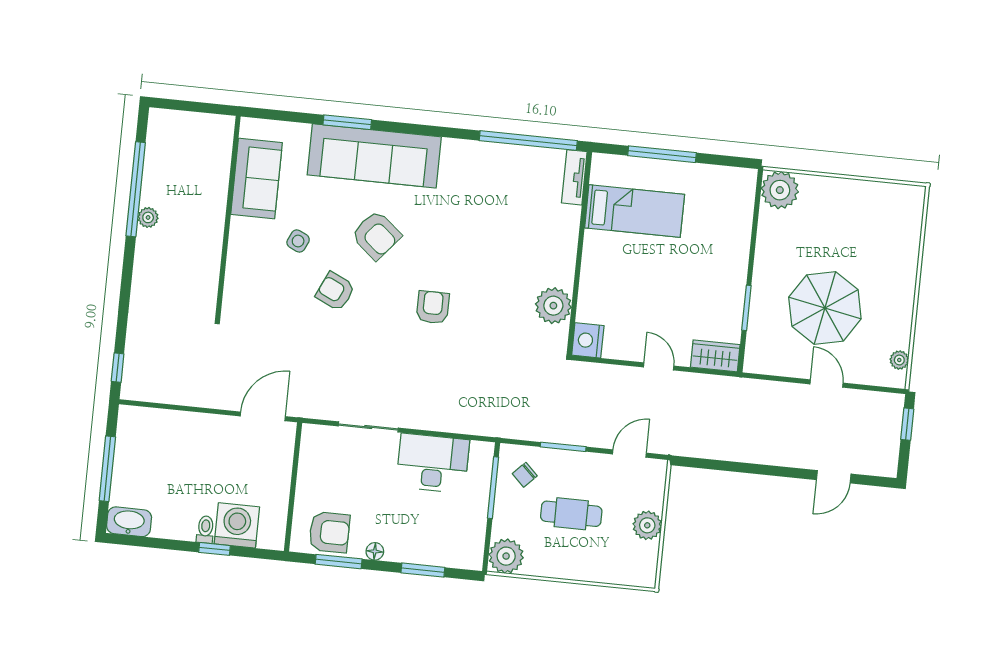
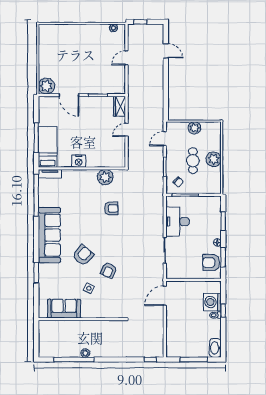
sofa: (374, 156) -> (49, 235), moved
bed: (635, 211) -> (48, 147), moved
door: (753, 241) -> (69, 95), added
armchair: (433, 307) -> (111, 208), moved, turned 180
parasol: (825, 308) -> (95, 62), removed
nightstand: (588, 340) -> (79, 161), moved
door: (263, 416) -> (165, 296), hinge flipped
door: (629, 454) -> (165, 139), hinge flipped
armchair: (329, 532) -> (211, 263), turned -90
plant: (506, 556) -> (214, 159), moved

